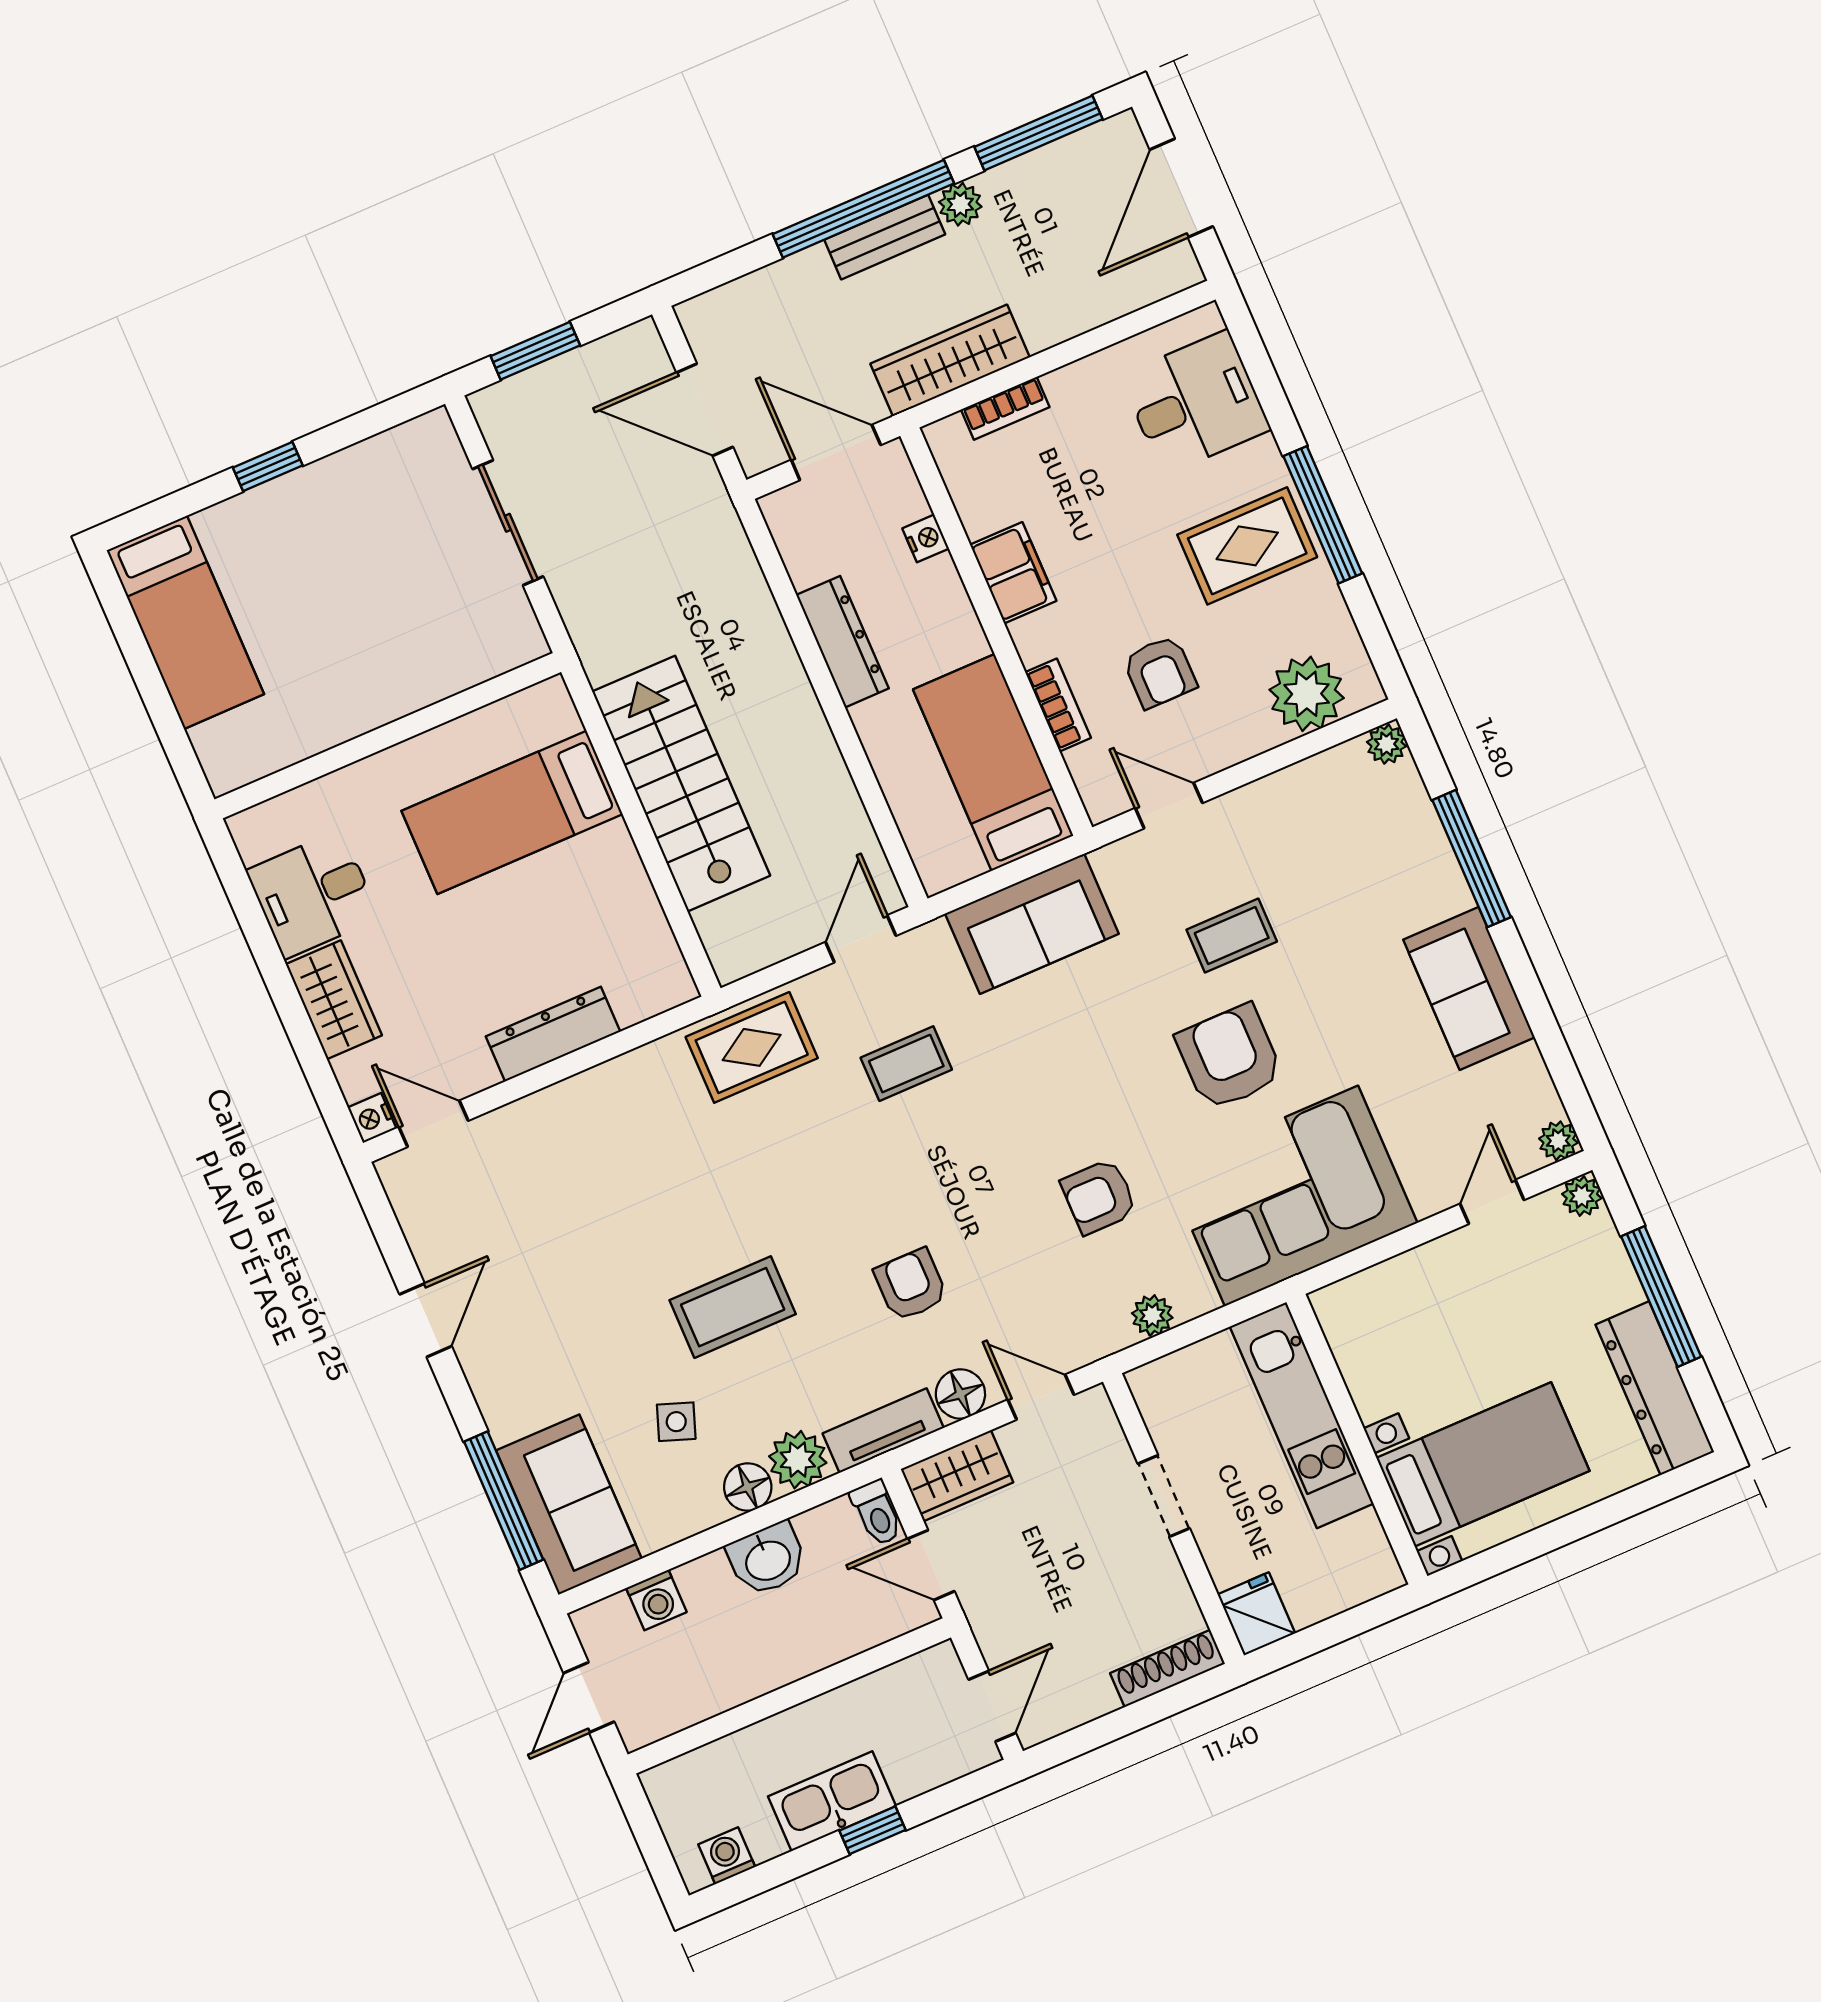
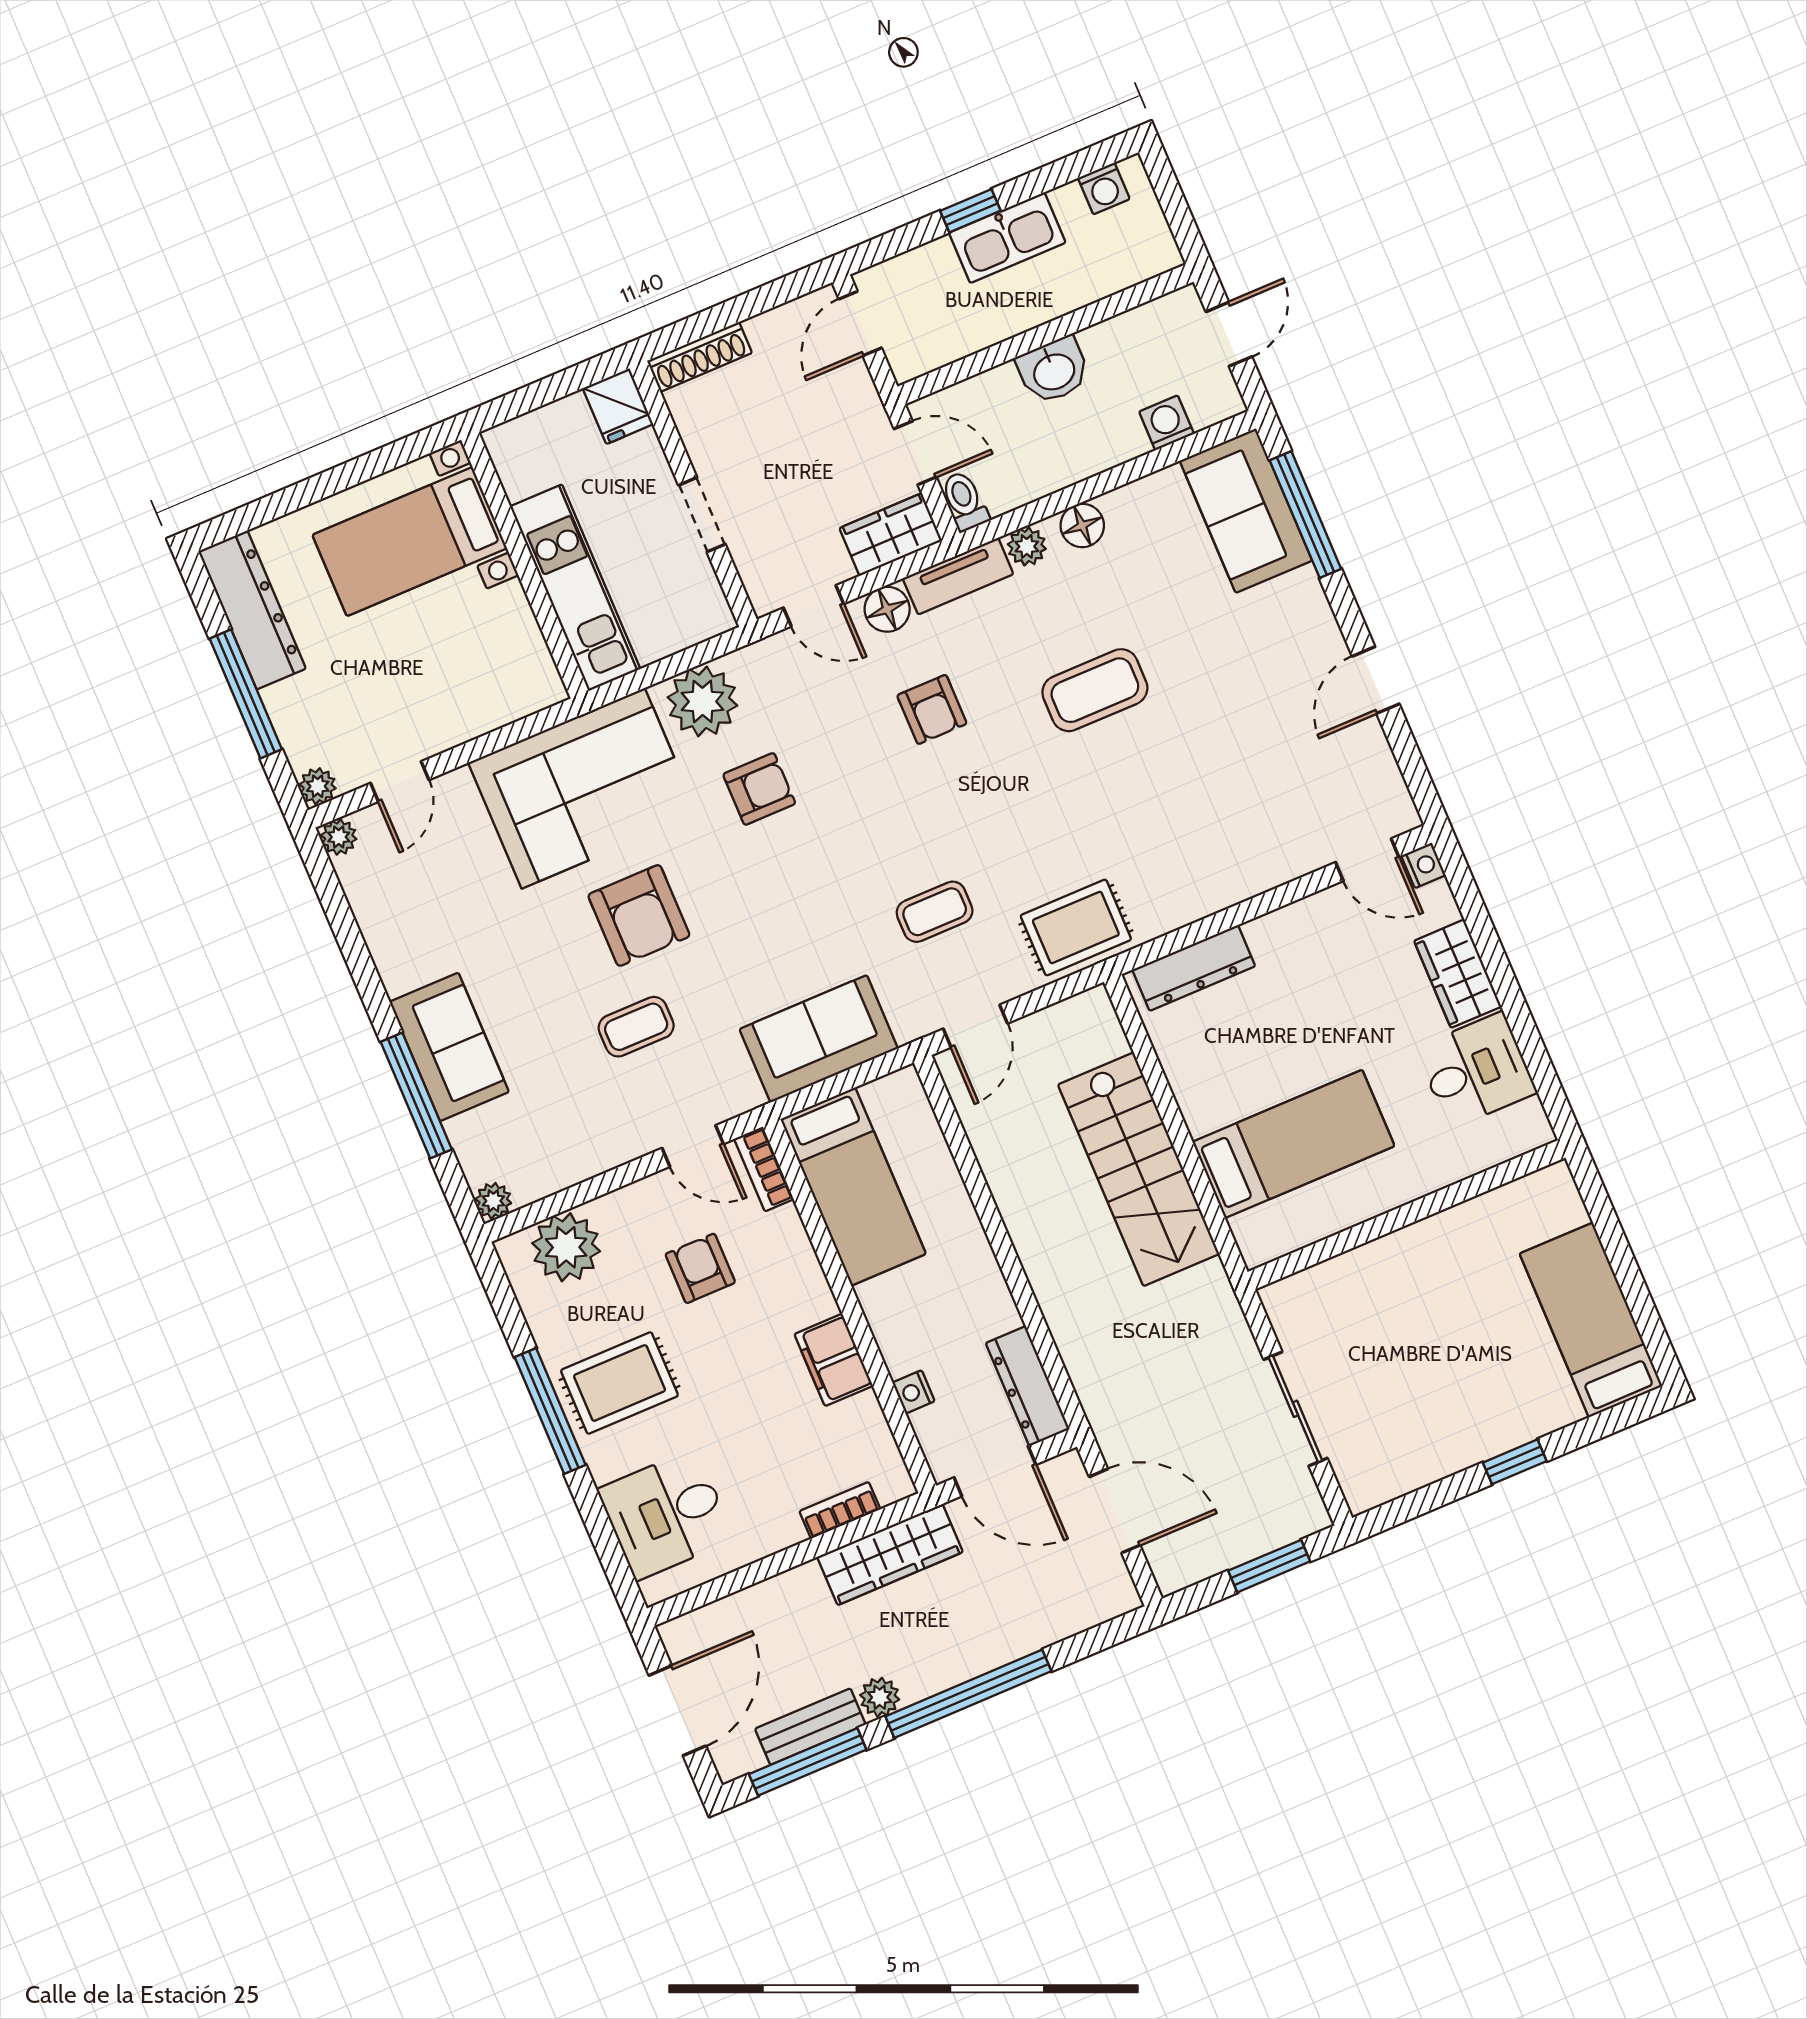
bench: (885, 237) -> (810, 1727), moved
dresser: (842, 642) -> (1028, 1386), moved
bookcase: (1058, 705) -> (764, 1169), moved
sofa: (1469, 989) -> (449, 1047), moved
dresser: (553, 1034) -> (1194, 968), moved
plant: (1152, 1315) -> (702, 701), width x1.88, depth x1.88
side table: (676, 1422) -> (1147, 586), removed
plant: (798, 1460) -> (1027, 546), width x0.73, depth x0.73
washbasin: (767, 1559) -> (1054, 370), moved, turned 180

